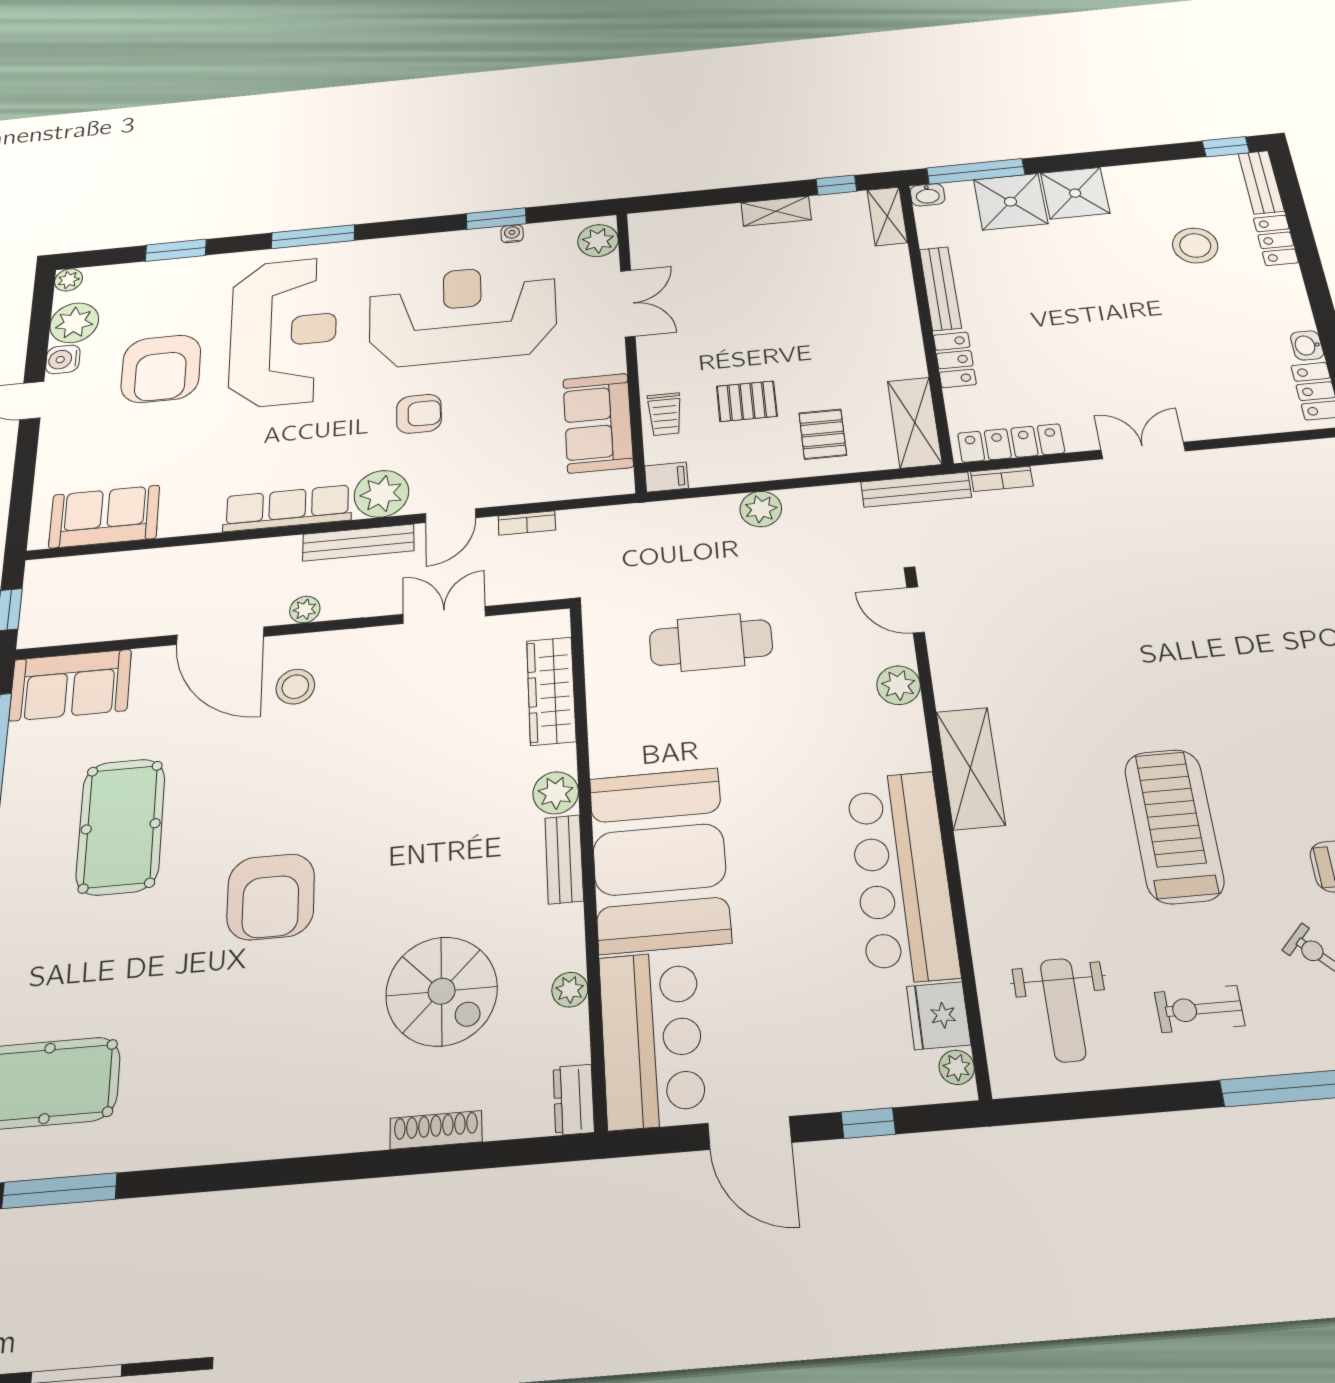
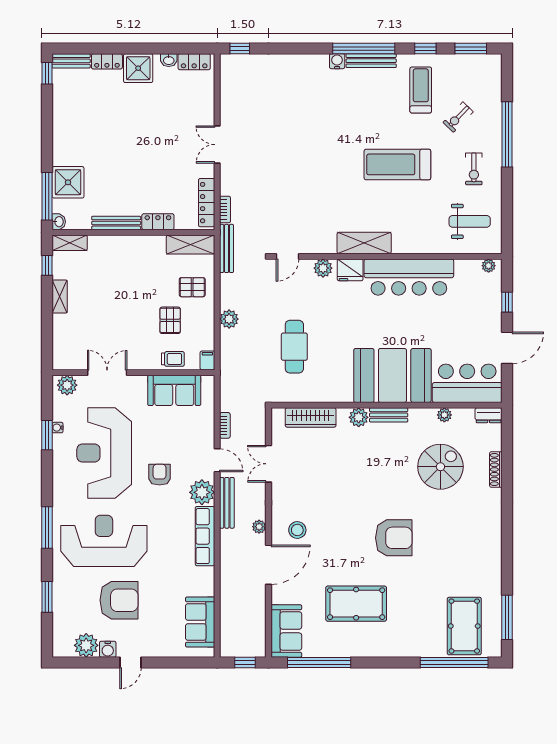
shower: (1075, 193) -> (138, 68), moved
stool: (1195, 245) -> (105, 99), removed
plant: (68, 280) -> (59, 650), removed
fridge: (939, 1016) -> (350, 270), moved

